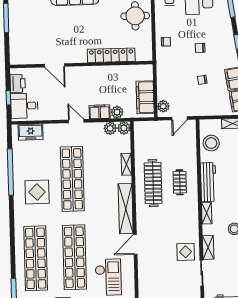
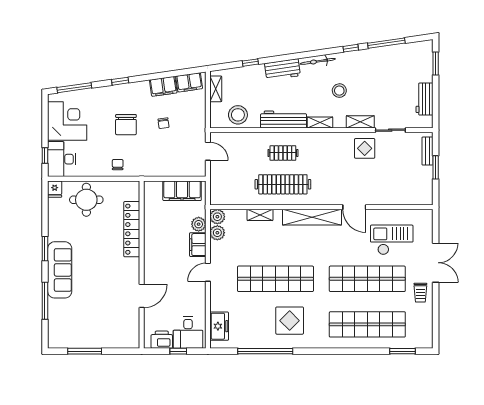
chair: (200, 48) -> (126, 125), width x1.87, depth x1.87
plant: (163, 106) -> (193, 170), removed

